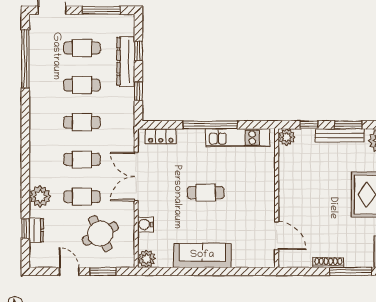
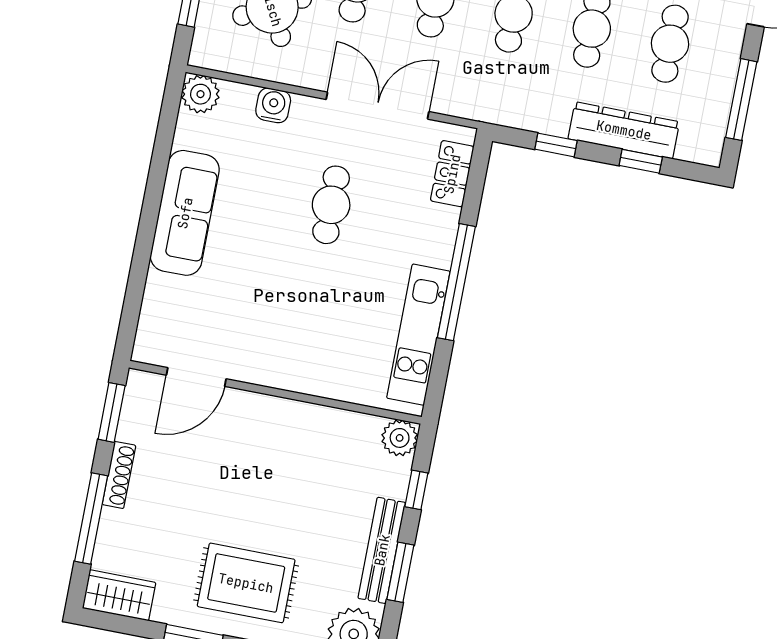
cafe table: (206, 193) -> (331, 205), moved
window: (300, 271) -> (112, 412), added

